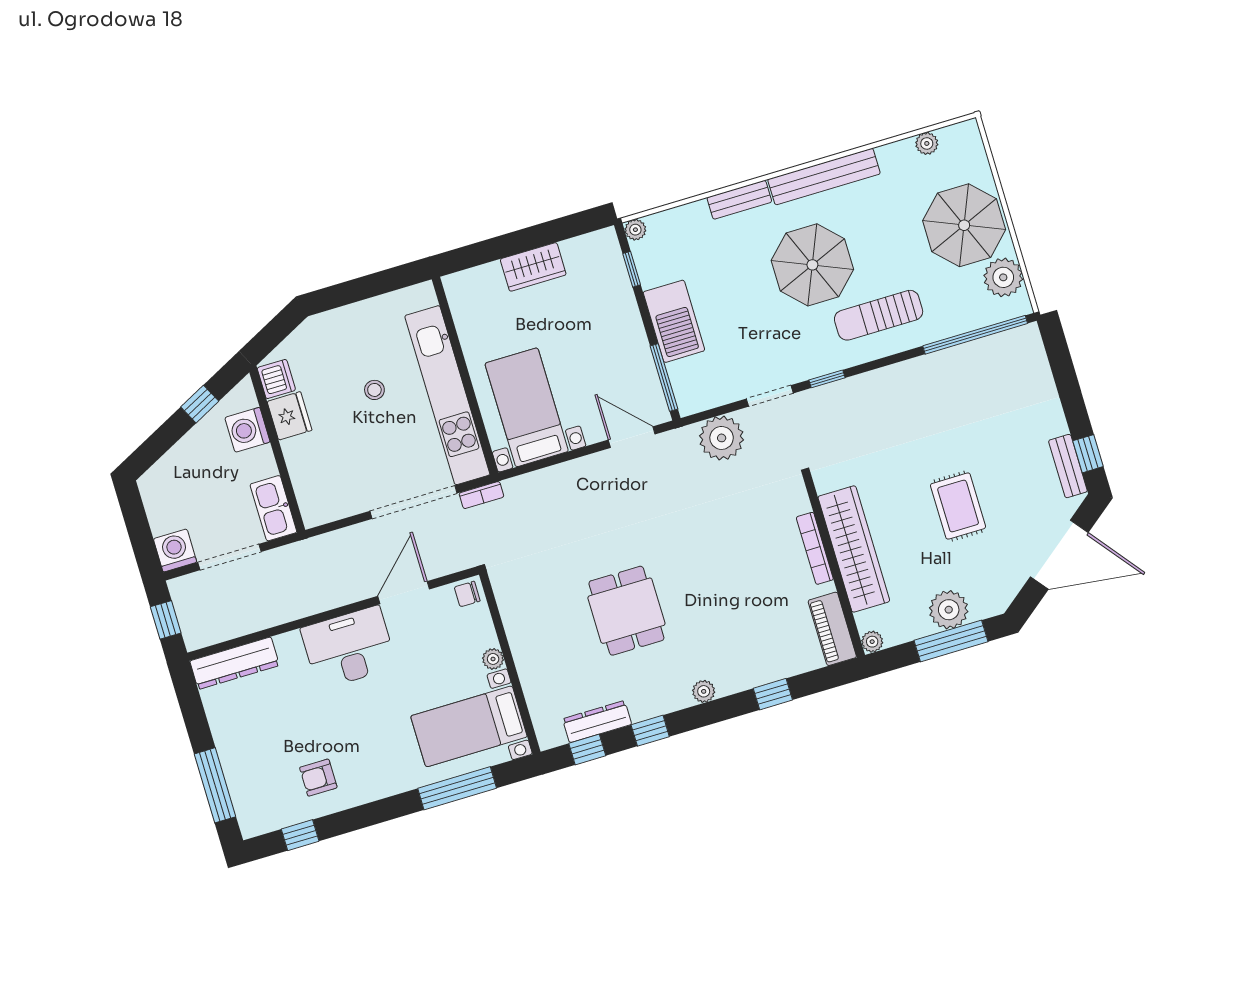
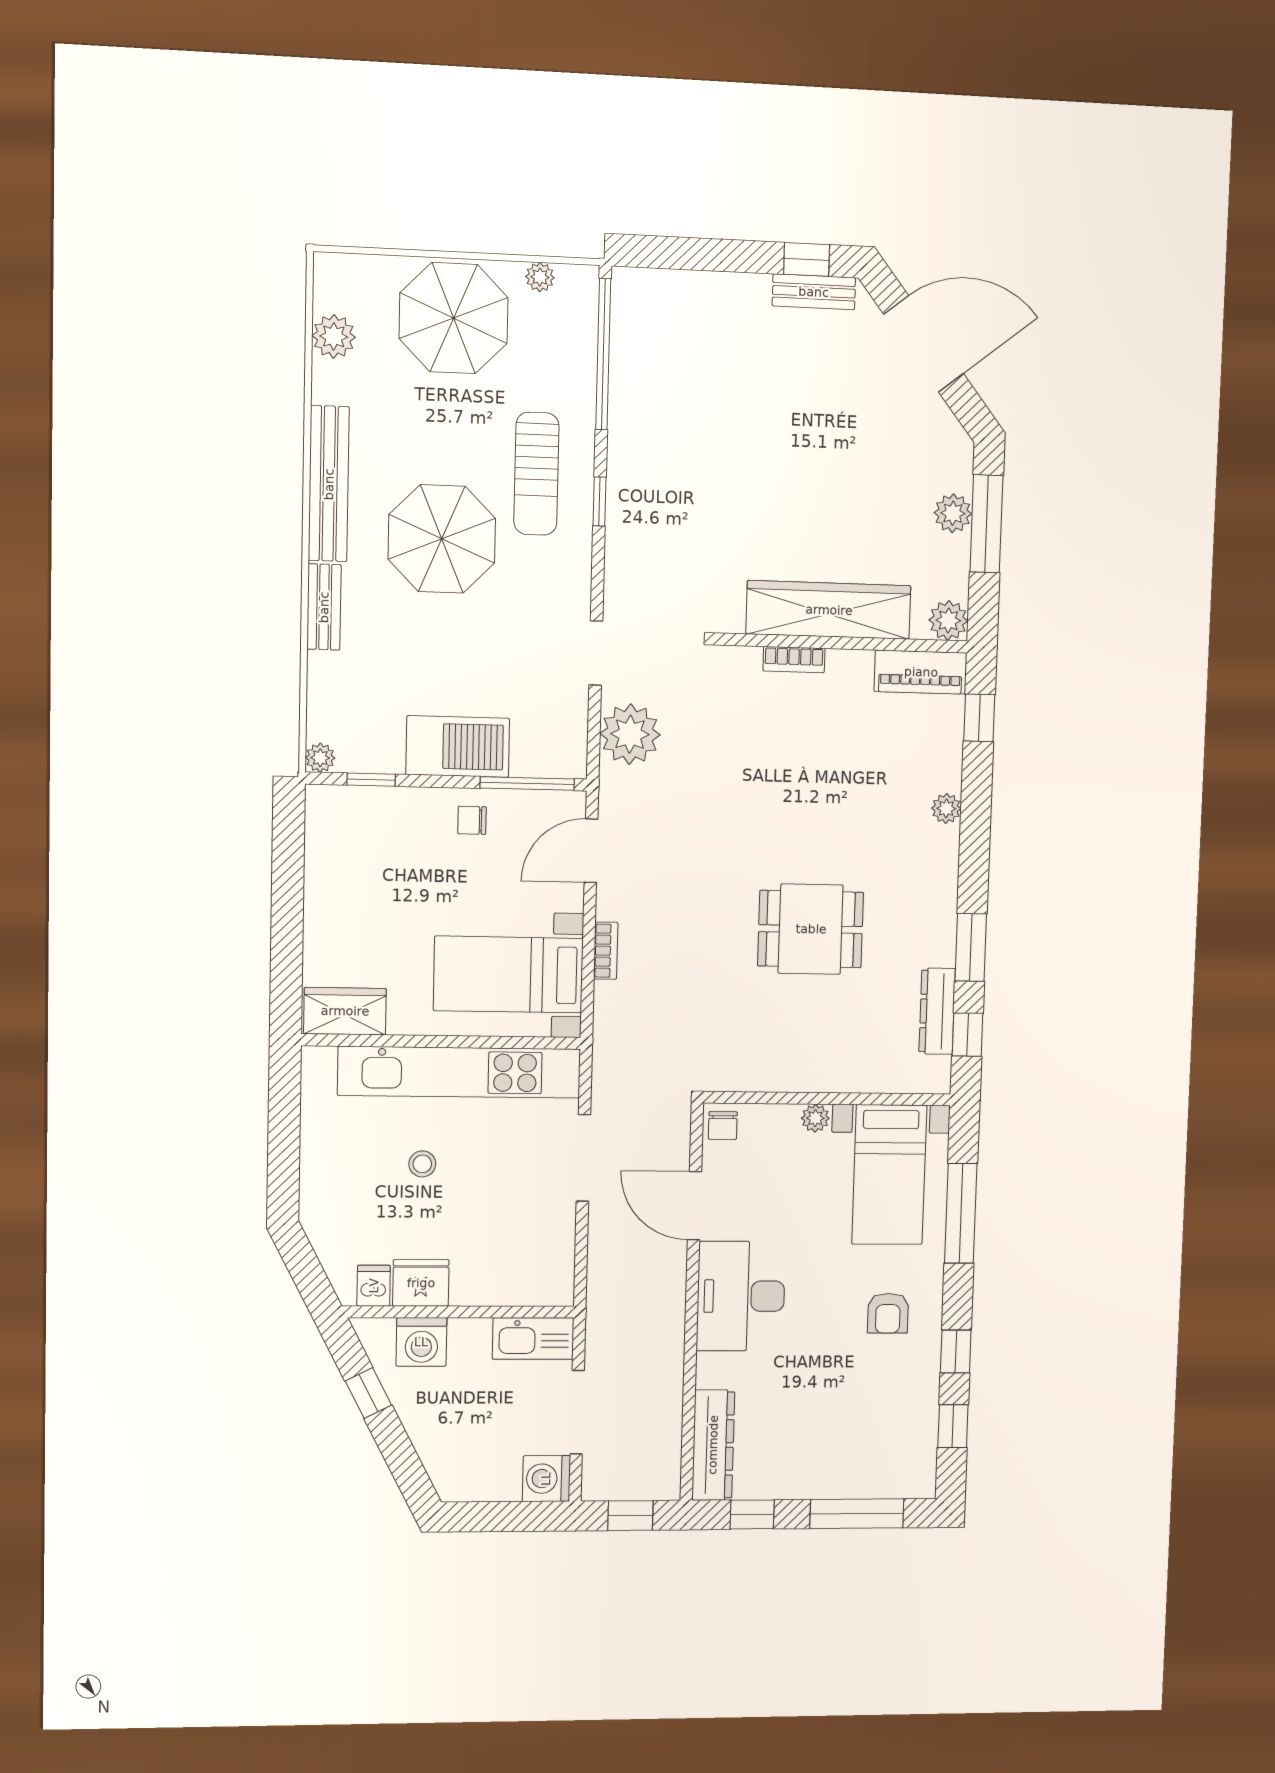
plant: (927, 143) -> (334, 336), width x1.38, depth x1.38
wardrobe: (533, 267) -> (345, 1011), moved, turned -90
plant: (1003, 277) -> (540, 277), width x0.53, depth x0.53
chair: (626, 347) -> (472, 820), added
dishwasher: (276, 379) -> (374, 1286), width x0.73
window: (827, 379) -> (600, 501), moved
bookcase: (481, 495) -> (606, 951), moved
doorway: (414, 502) -> (583, 1158), width x0.73
rug: (958, 506) -> (818, 455), removed
bookcase: (815, 548) -> (794, 660), width x0.64
door: (1059, 555) -> (924, 344), hinge flipped
plant: (949, 610) -> (953, 513), width x0.73, depth x0.73
plant: (872, 642) -> (948, 620), width x1.38, depth x1.38
plant: (704, 691) -> (946, 808), moved
window: (773, 694) -> (979, 718), moved
window: (192, 708) -> (752, 1514), added
window: (650, 731) -> (971, 947), width x1.50
armchair: (318, 778) -> (888, 1313), moved
window: (355, 819) -> (956, 1352), added

